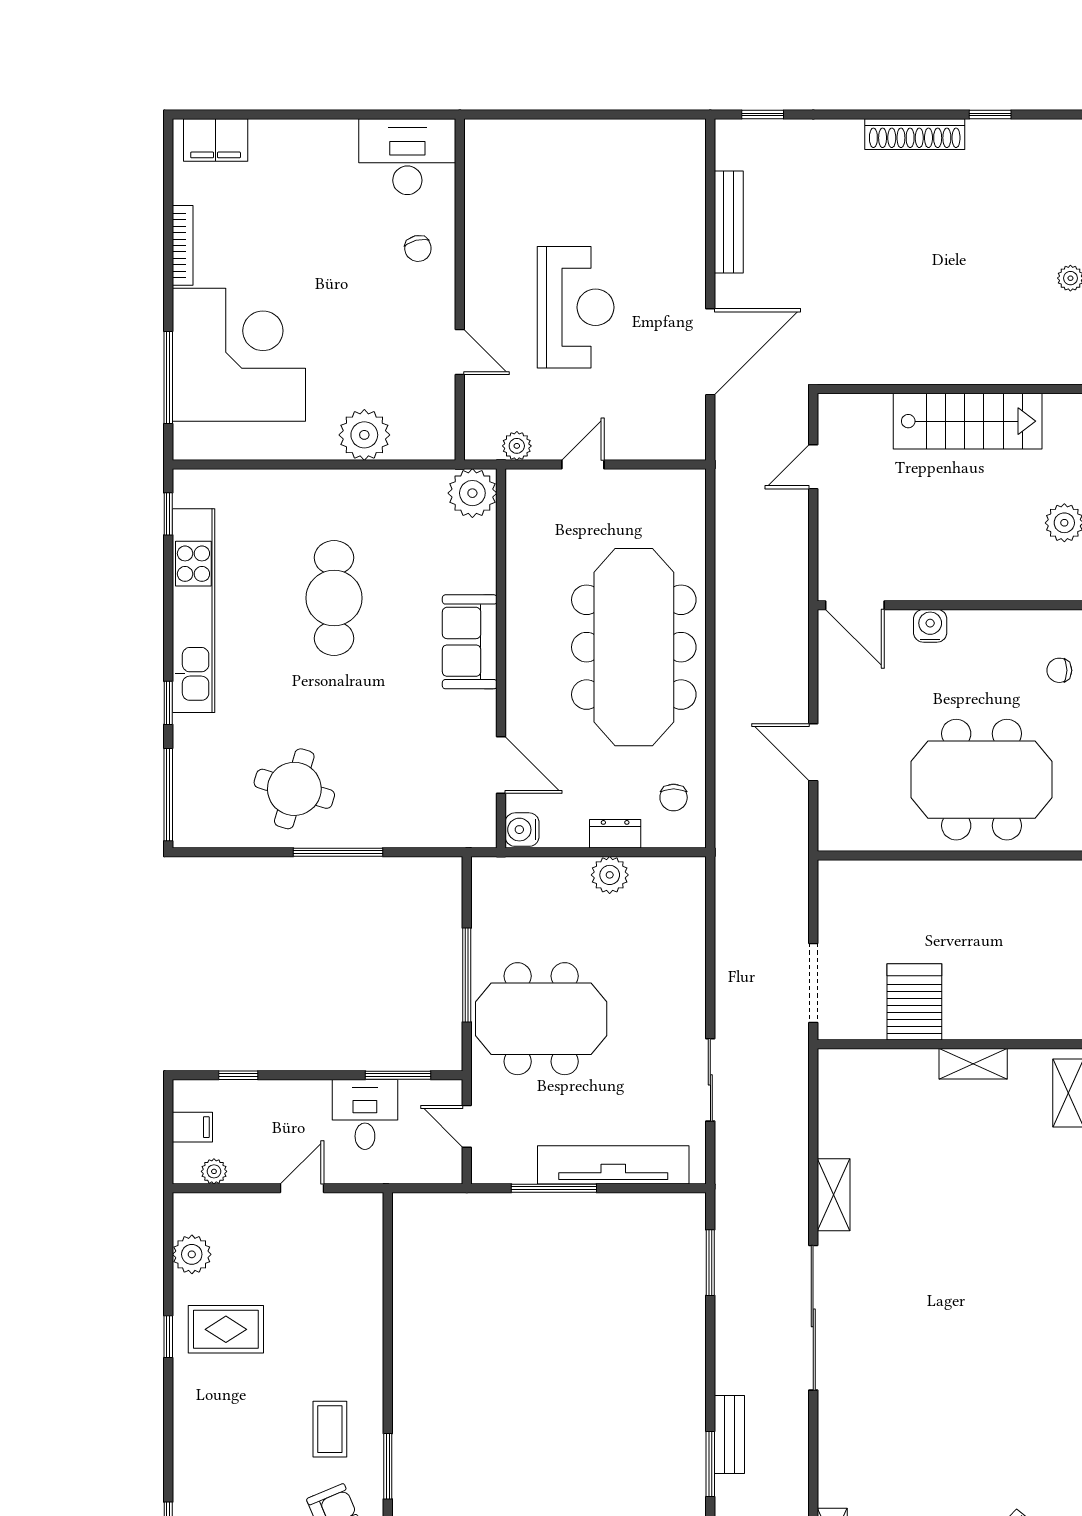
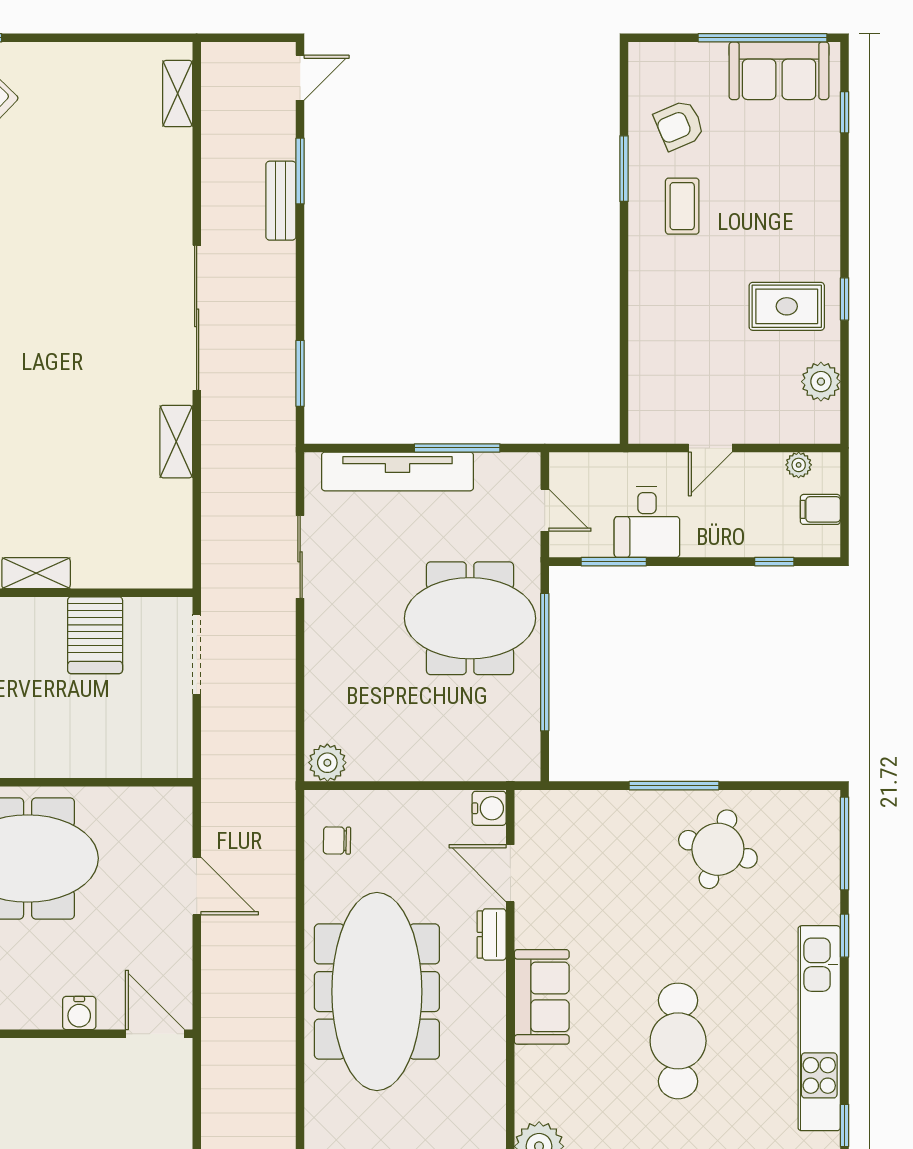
chair: (674, 798) -> (337, 840), turned -89
dresser: (615, 834) -> (492, 934), moved, turned 90
plant: (610, 875) -> (327, 763), moved
window: (467, 975) -> (545, 662), width x1.46

